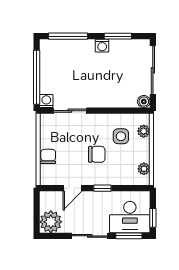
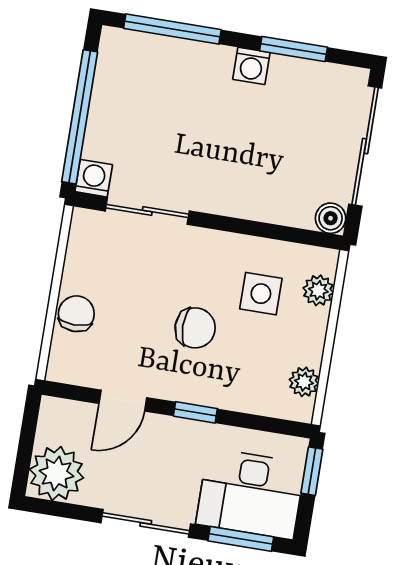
window: (153, 218) -> (312, 471), moved

